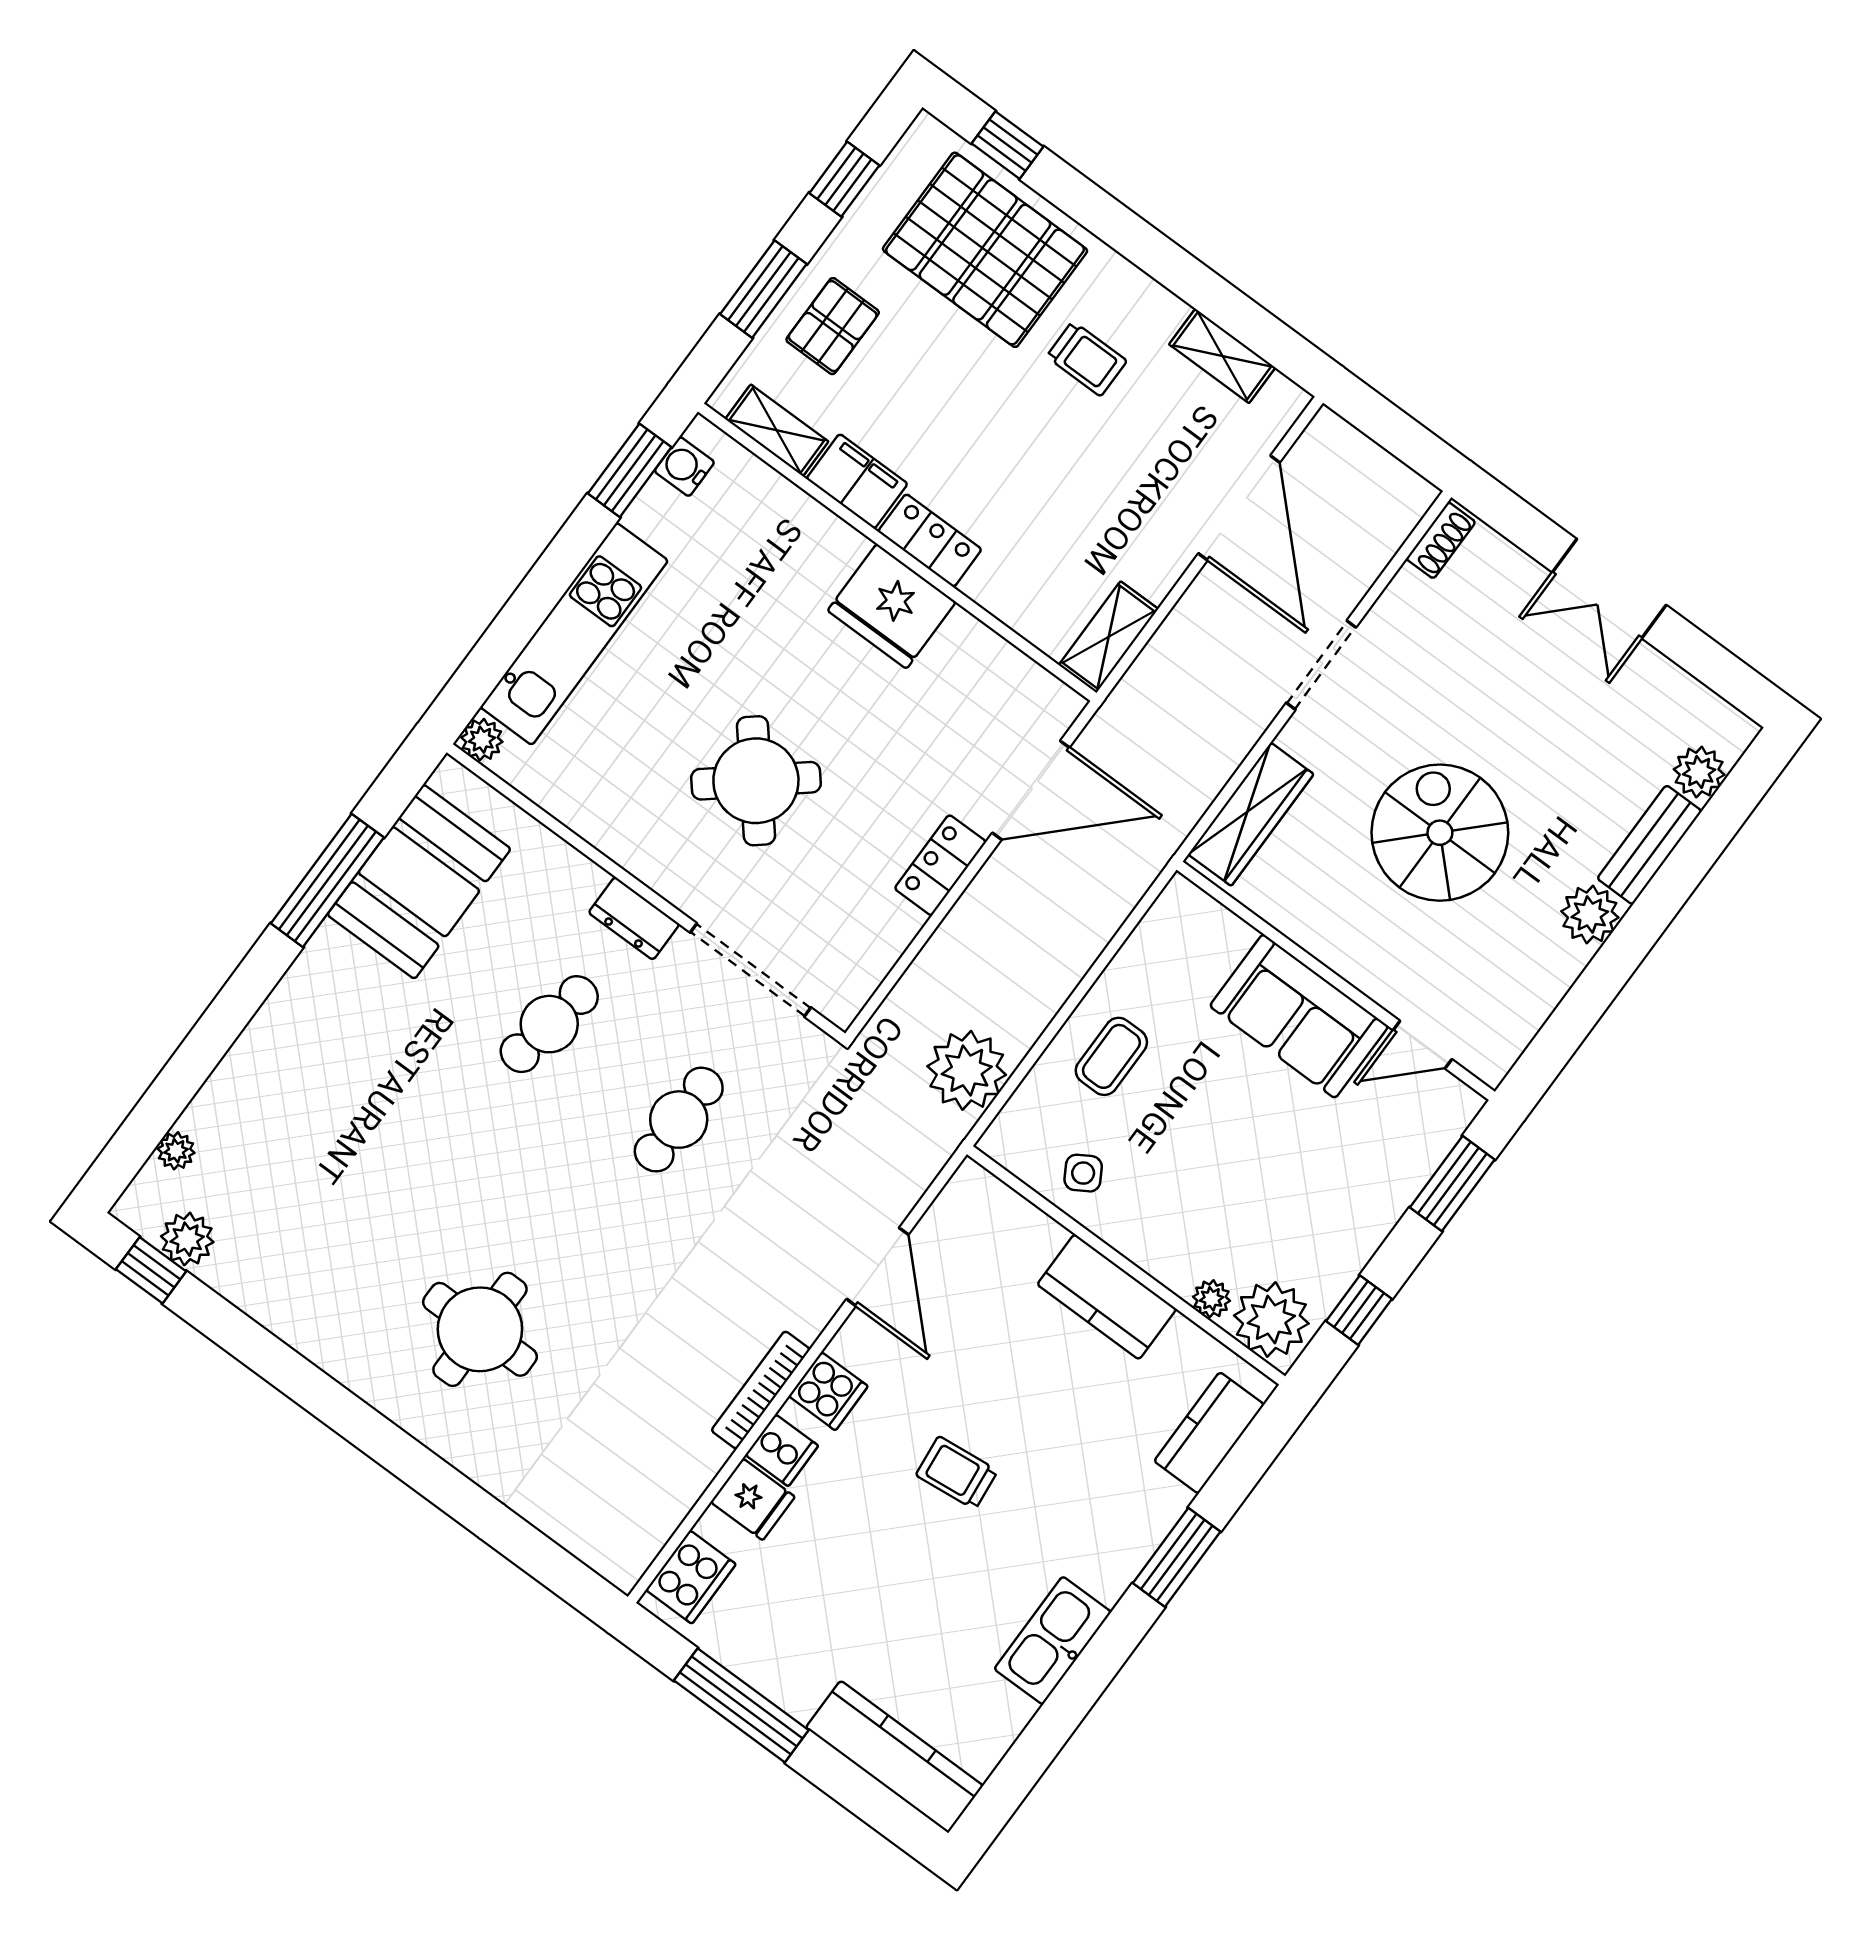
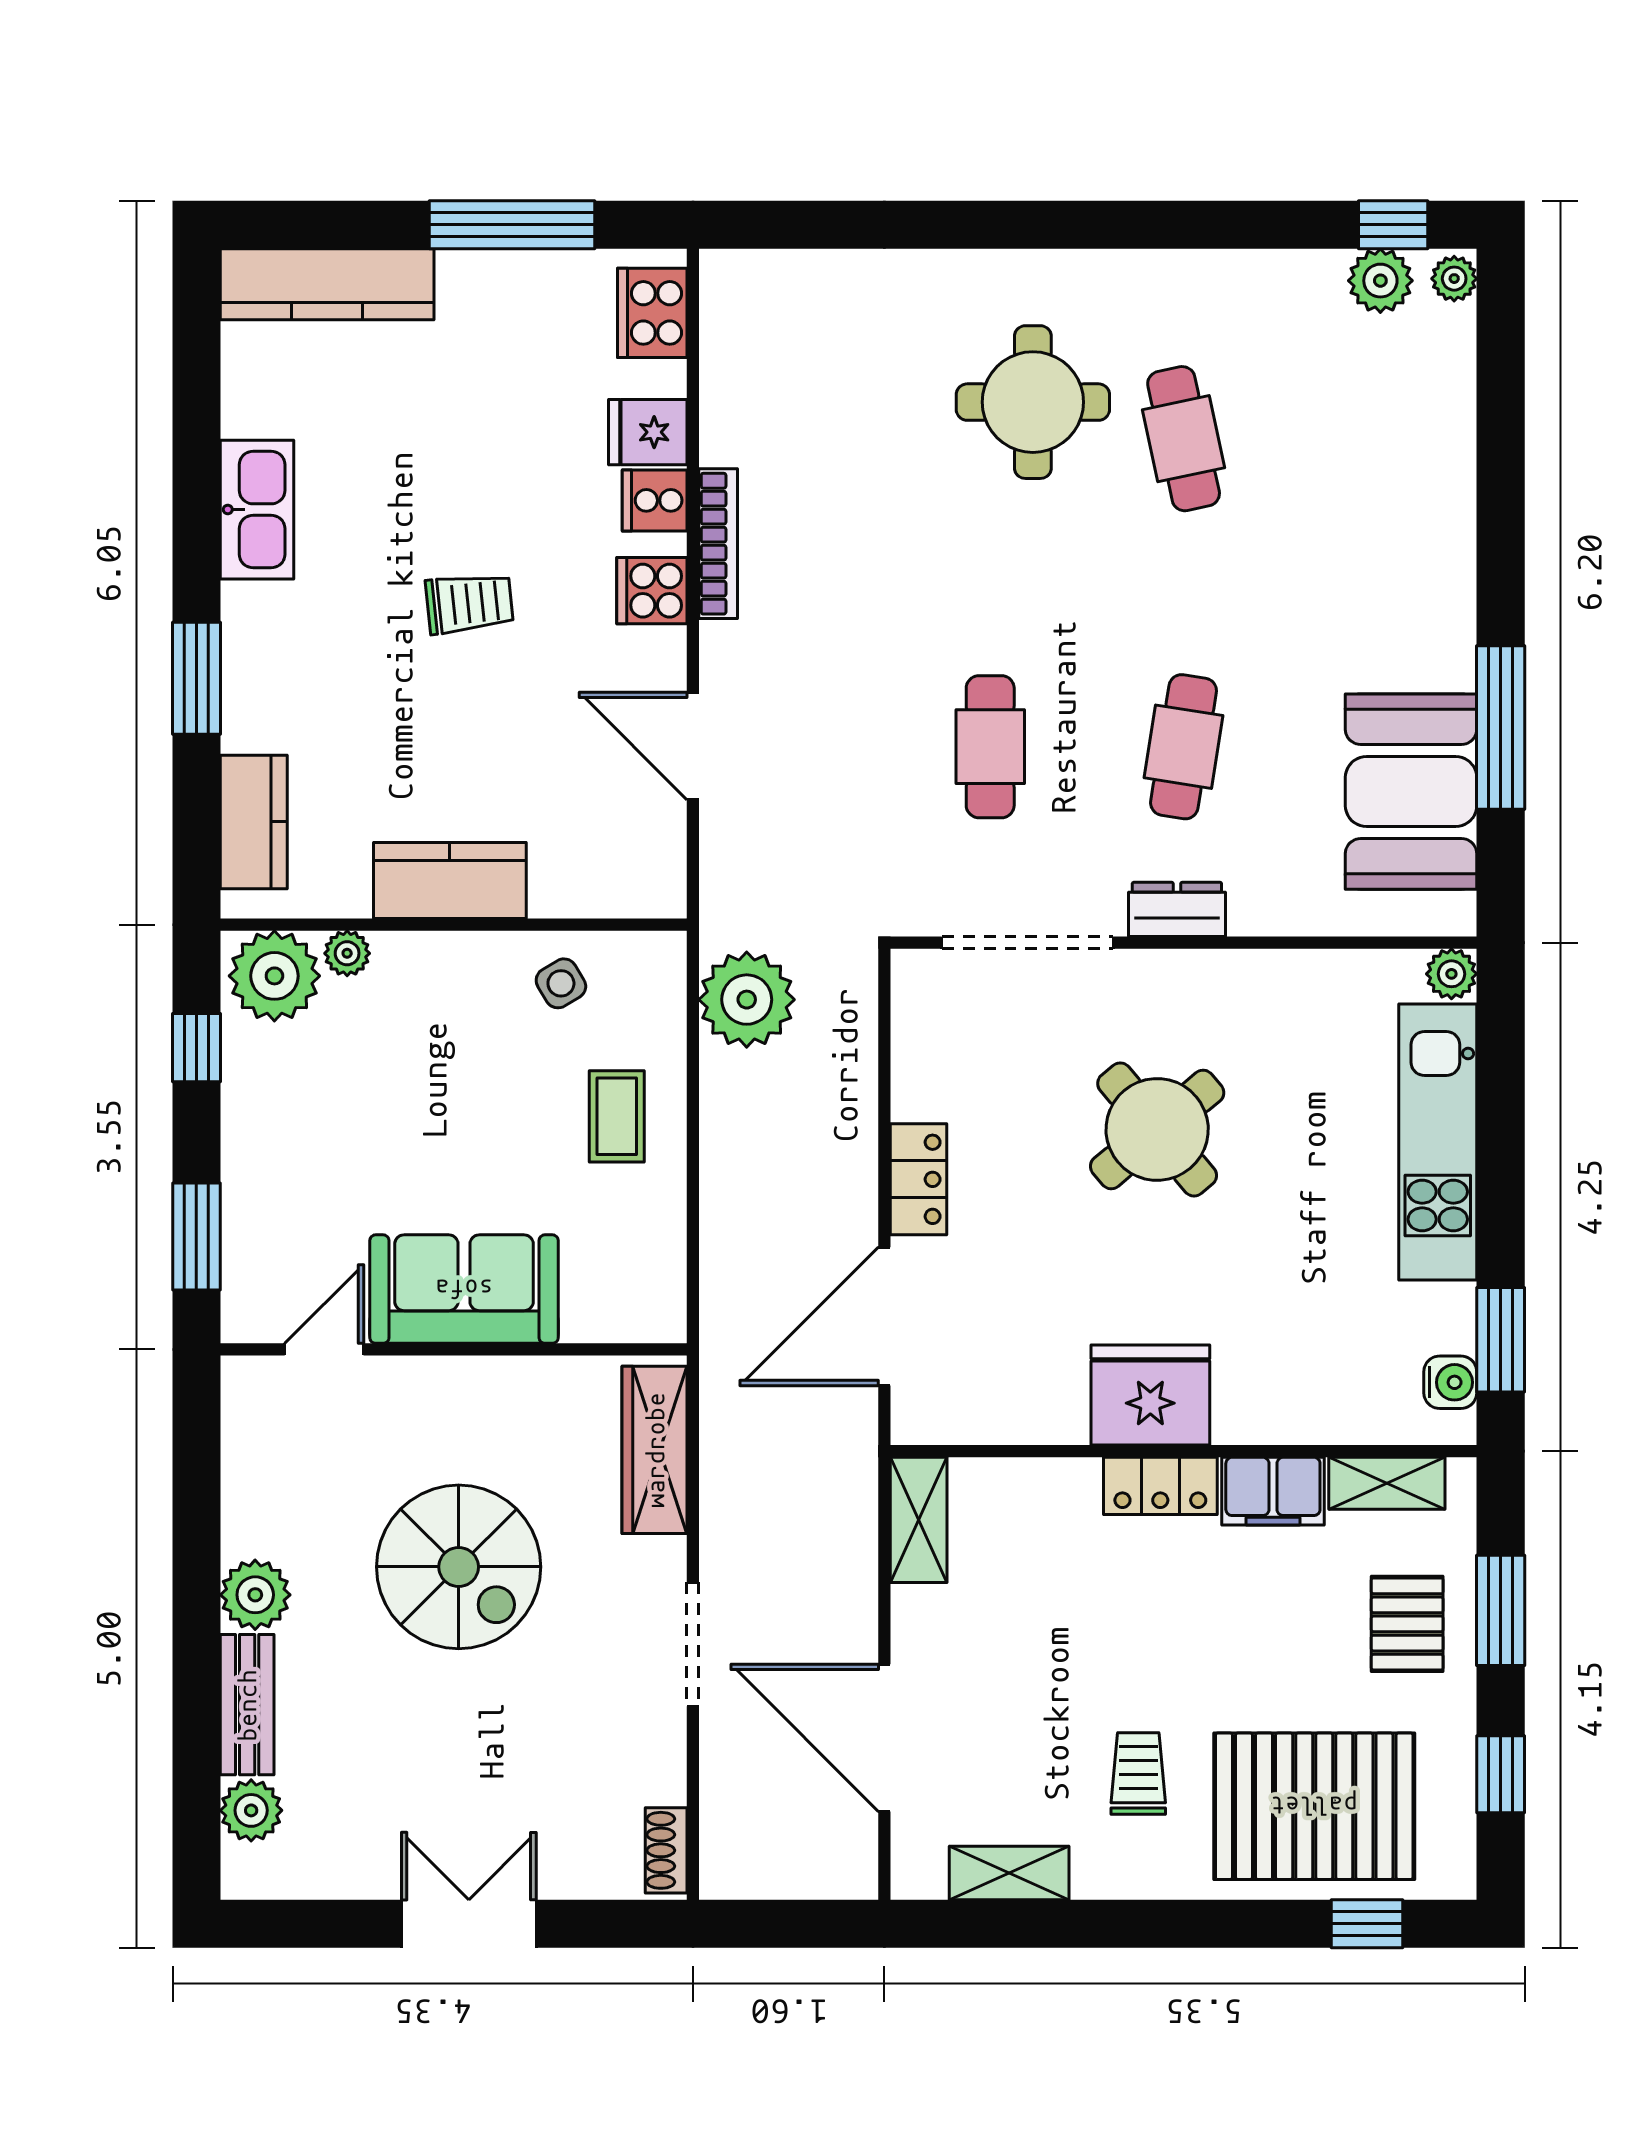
trolley: (1087, 359) -> (1138, 1773), turned 90
plant: (176, 1151) -> (1454, 279), moved
cafe table: (397, 1230) -> (1184, 439), added

